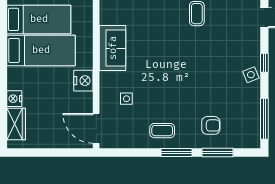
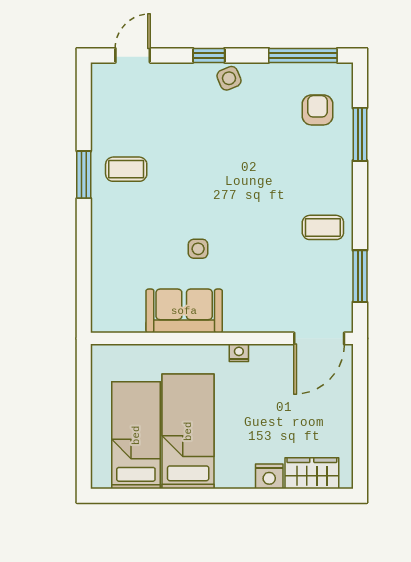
nightstand: (83, 81) -> (239, 353), width x0.53, depth x0.56
side table: (126, 99) -> (198, 249), moved
armchair: (211, 125) -> (317, 110), moved
coffee table: (162, 131) -> (323, 227), turned 90
window: (176, 153) -> (360, 276), moved

